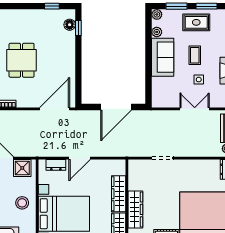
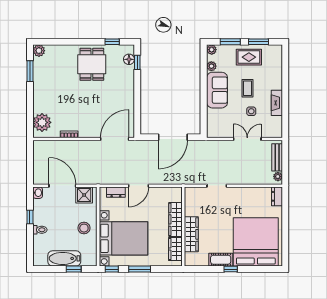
dining table: (22, 60) -> (92, 64), moved

